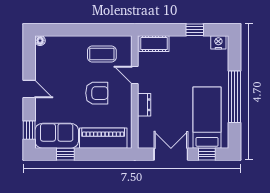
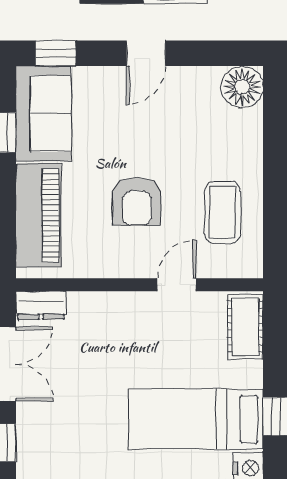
floor lamp: (40, 41) -> (242, 87), width x1.89, depth x1.89
dresser: (144, 105) -> (41, 305), moved
bed: (207, 118) -> (196, 419), moved, turned 180

